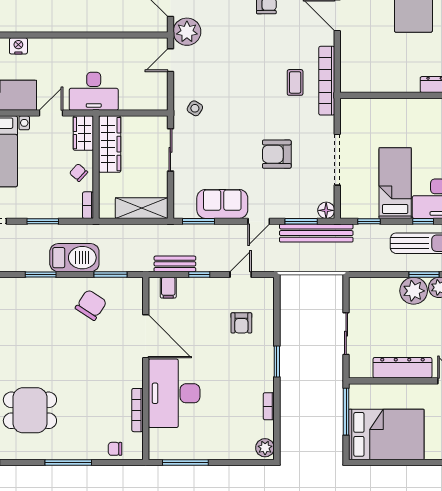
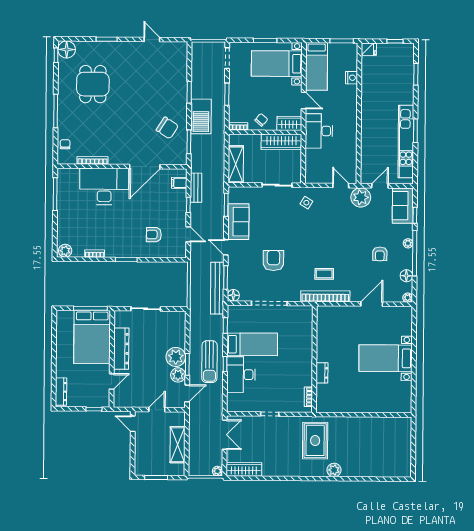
bed: (386, 434) -> (92, 337), moved

